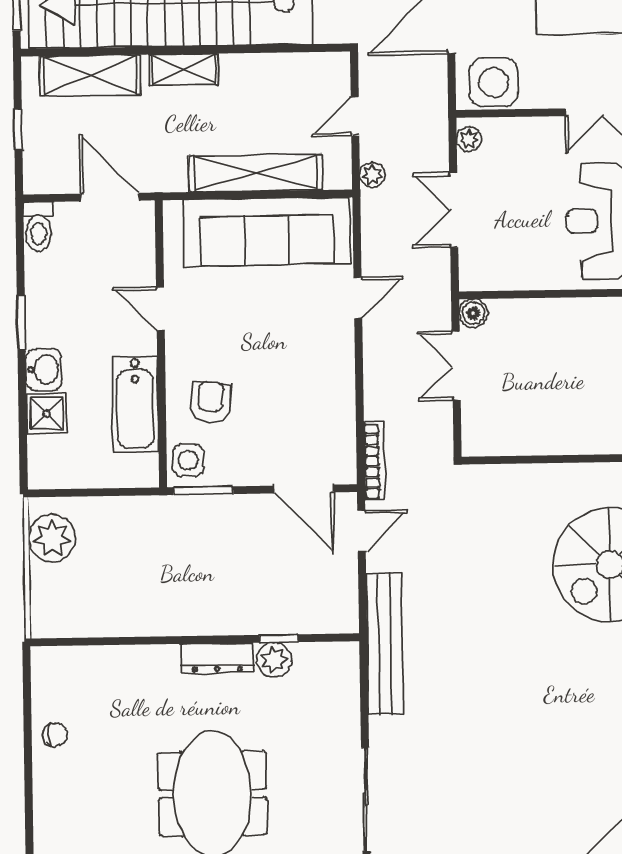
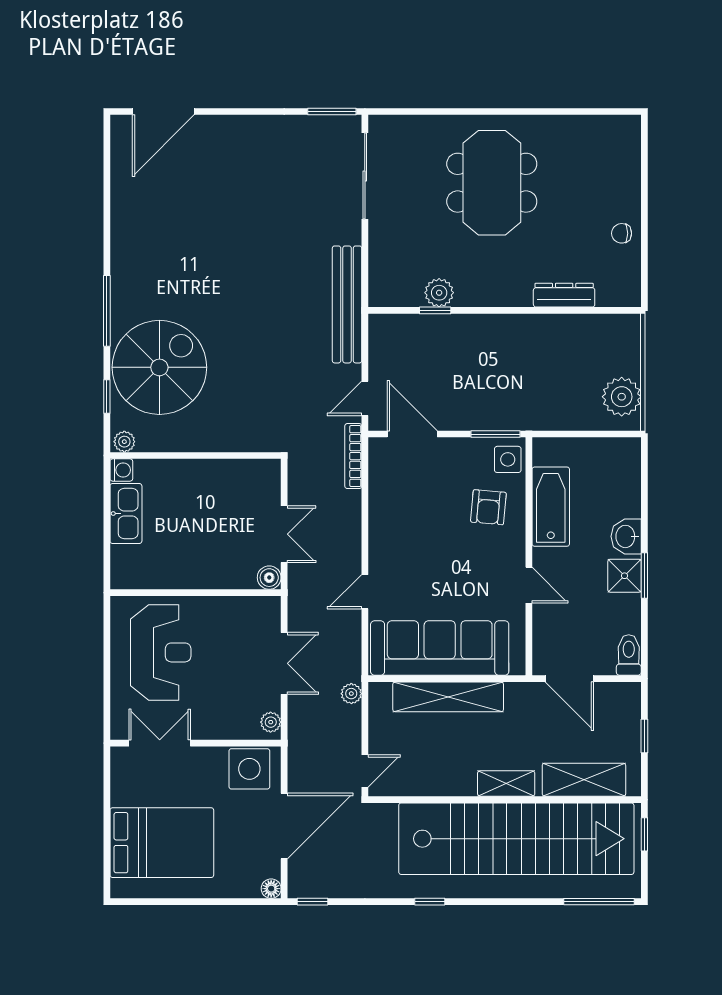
door: (355, 116) -> (365, 771), moved
shower: (47, 413) -> (625, 576), moved
dresser: (217, 658) -> (564, 295), moved

